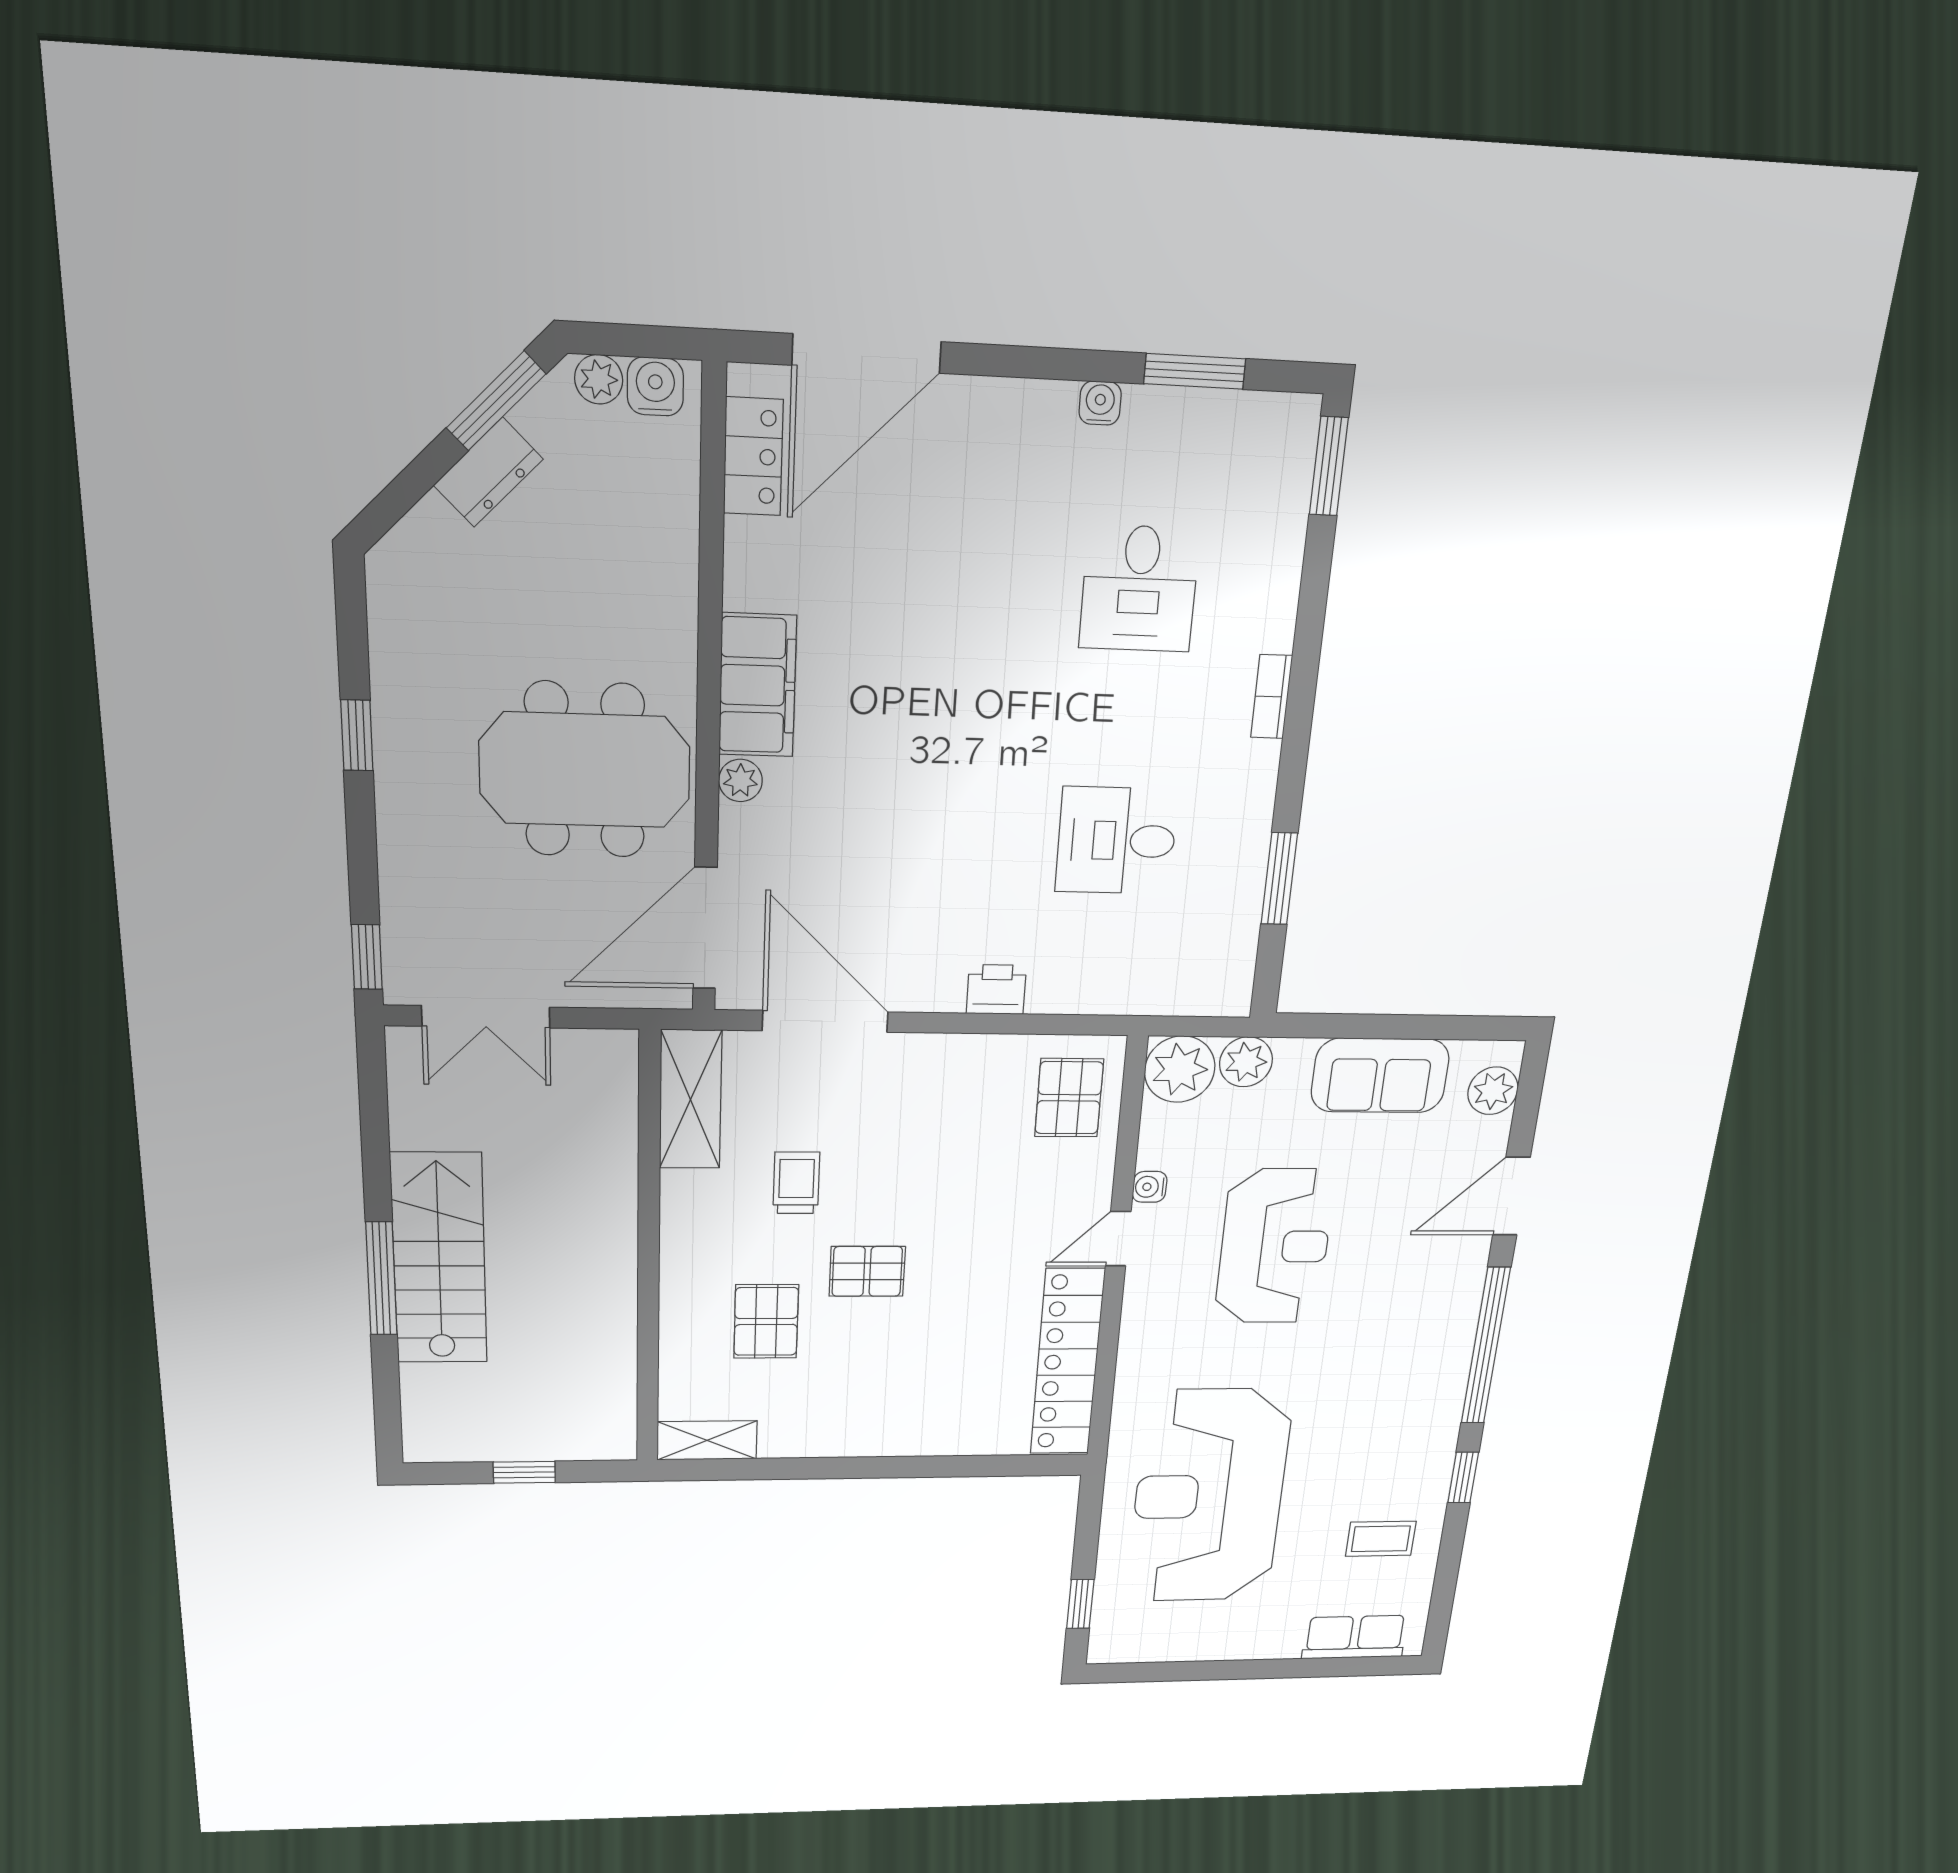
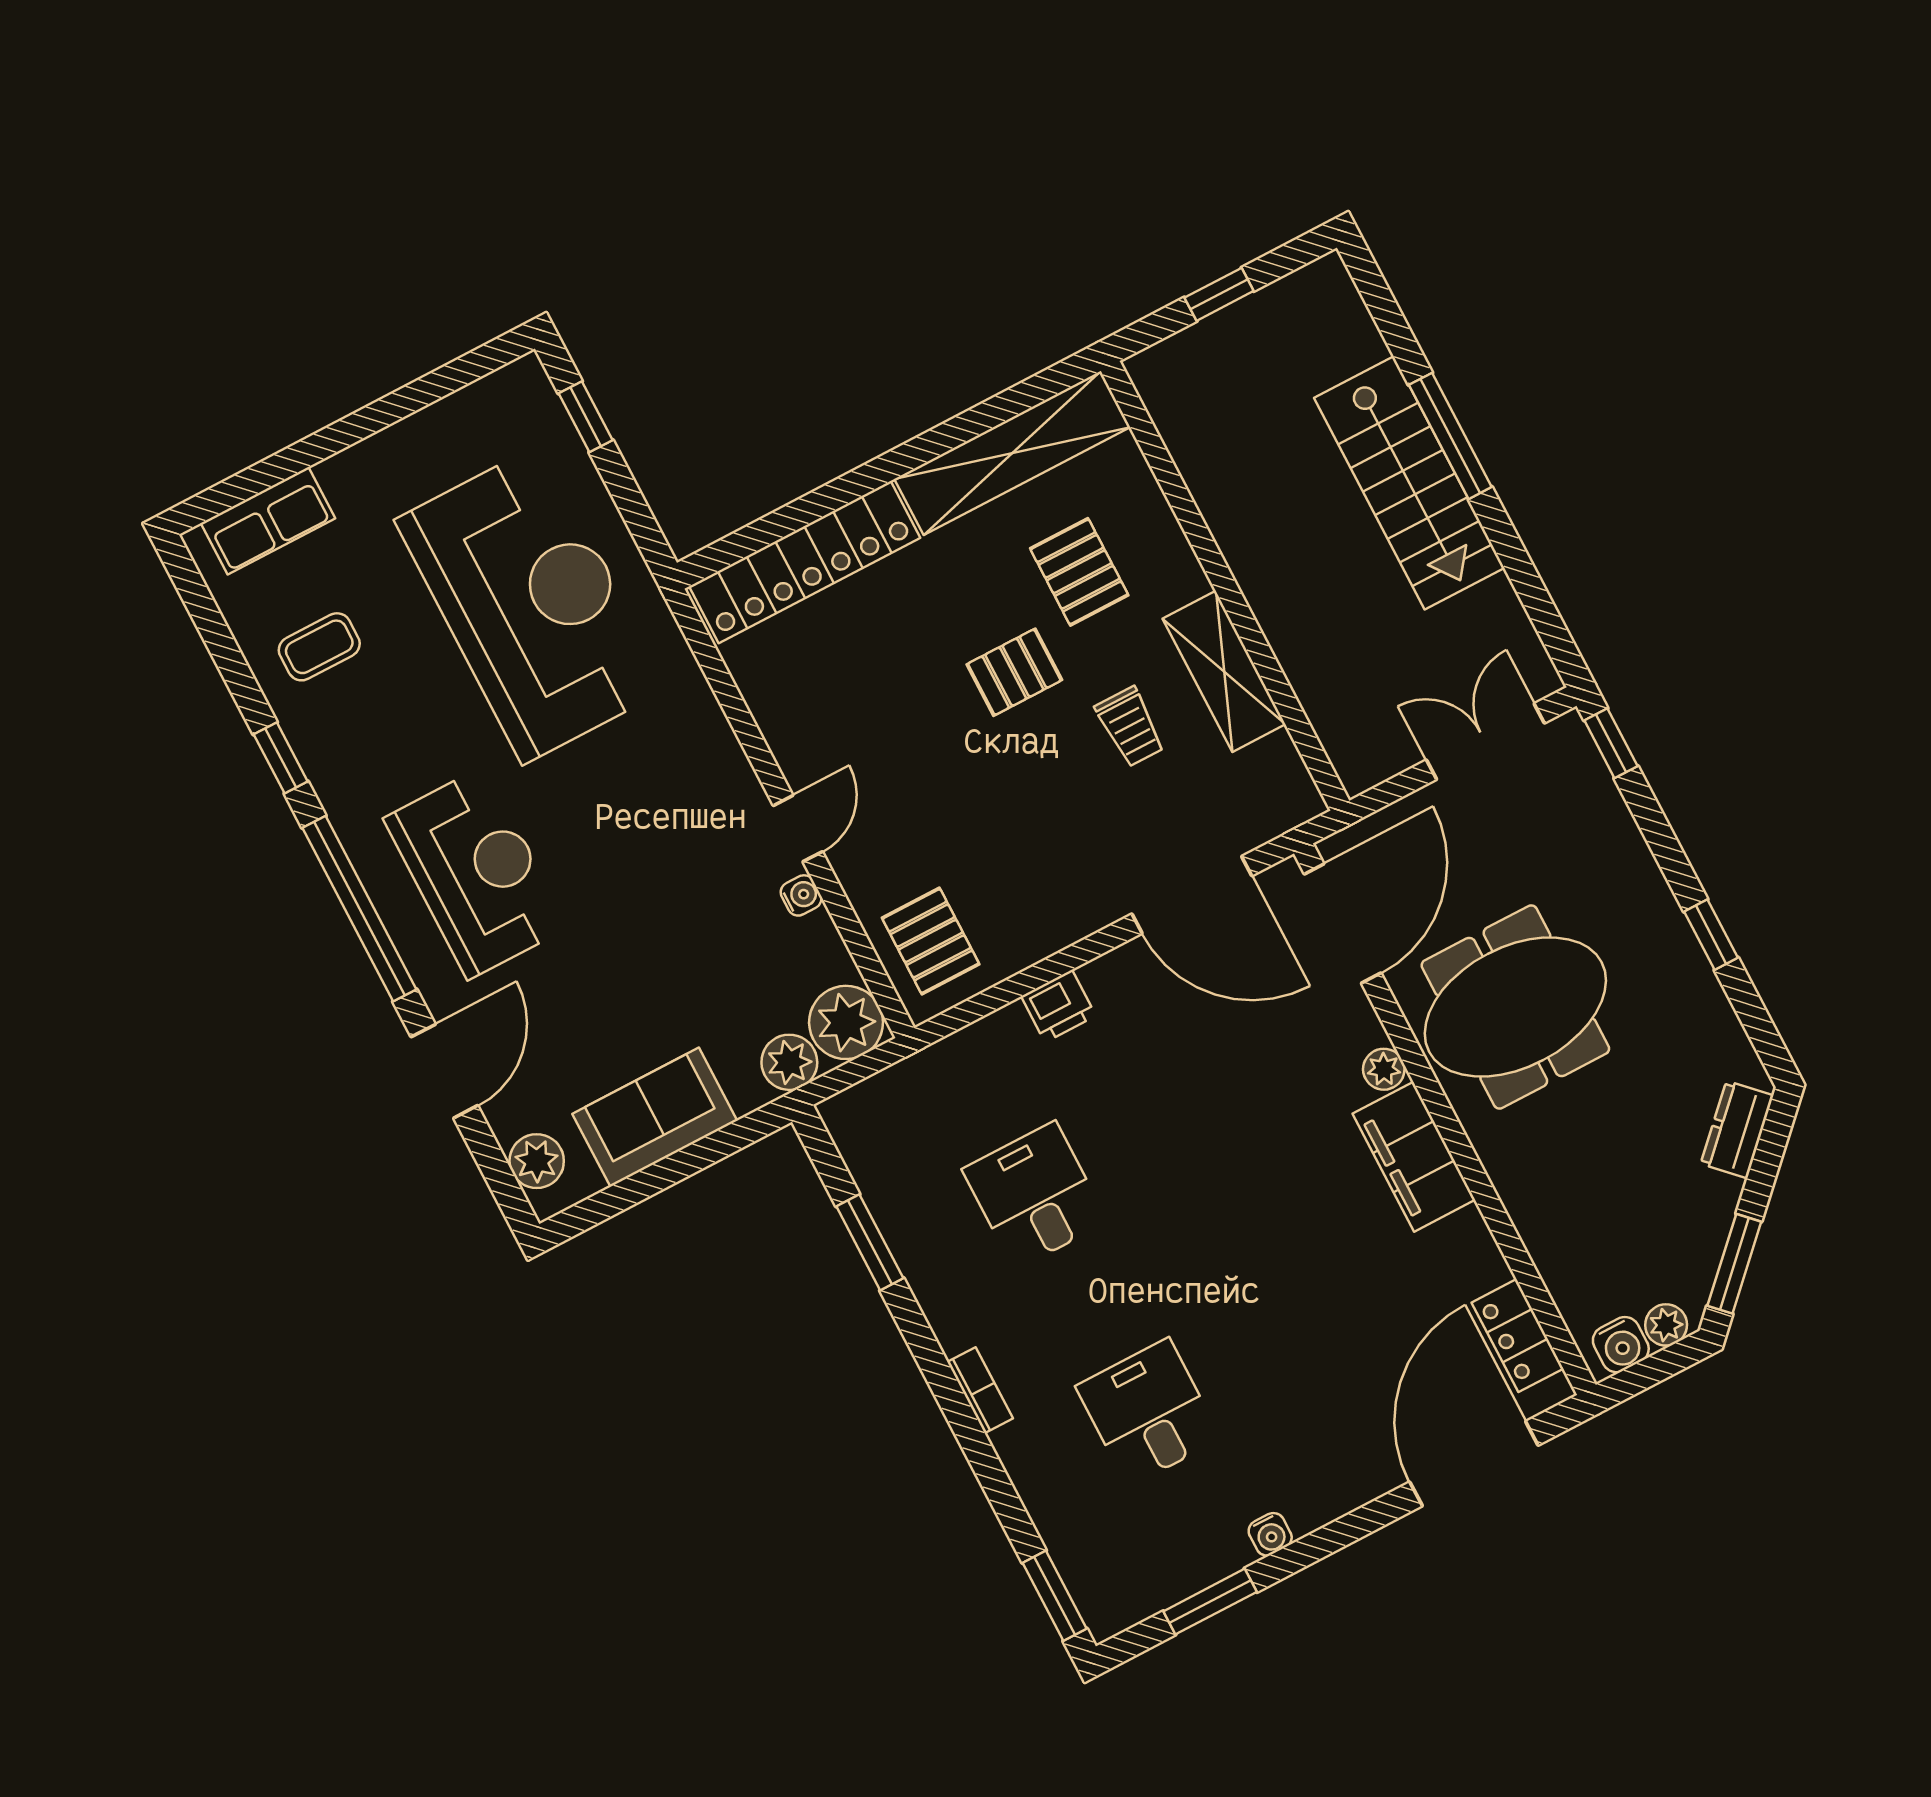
dresser: (488, 472) -> (1737, 1130), moved
desk: (1117, 841) -> (1035, 1195), turned -90
shelving: (690, 1099) -> (1224, 671), moved
reception desk: (1274, 1246) -> (476, 873), moved, turned 180
locker: (1067, 1362) -> (805, 562), moved, turned 90
shelving: (707, 1440) -> (1012, 453), width x2.20, depth x1.33

